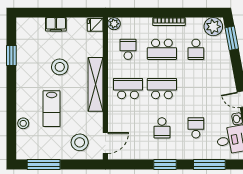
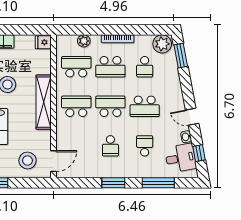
plant: (114, 24) -> (84, 41), moved
school desk: (128, 49) -> (76, 67), width x1.85
school desk: (196, 89) -> (145, 106), added

